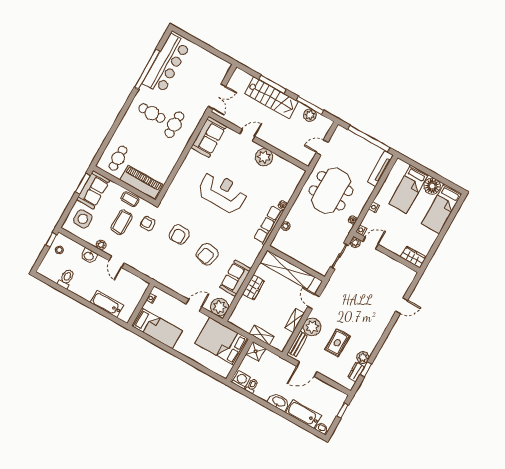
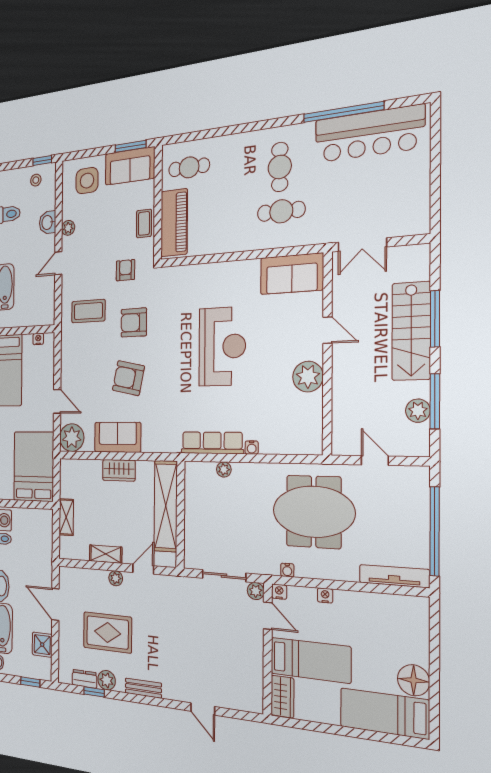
bed: (408, 189) -> (310, 660), moved, turned 180
coffee table: (122, 222) -> (88, 311), moved
plant: (312, 327) -> (116, 578), width x0.53, depth x0.53
rug: (337, 343) -> (108, 632), width x1.36, depth x1.43
bench: (298, 344) -> (143, 688), moved
shower: (256, 351) -> (42, 645), moved

